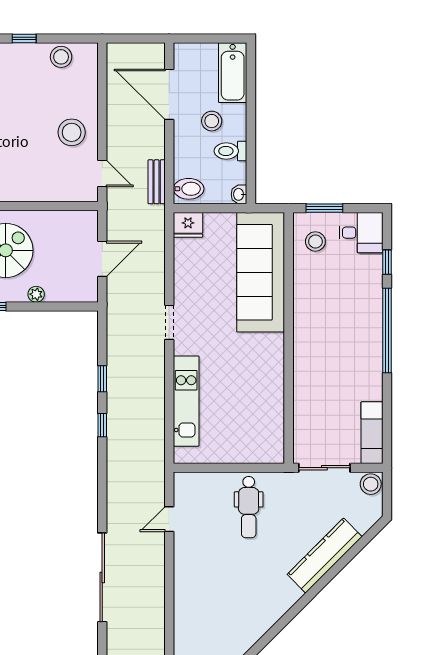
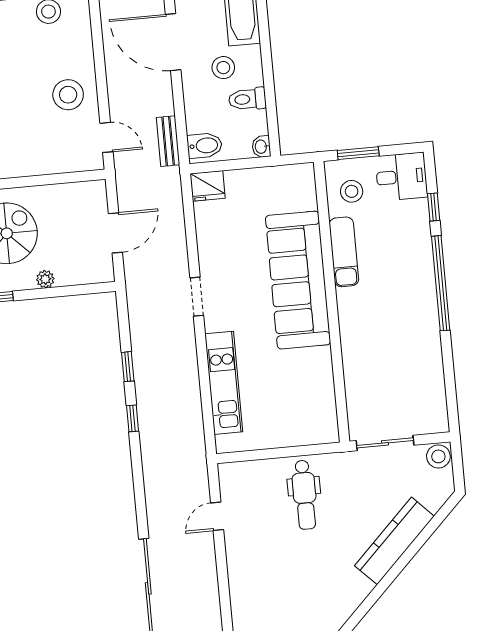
sofa: (261, 272) -> (298, 280), moved
exam couch: (372, 433) -> (344, 252), moved, turned 180

